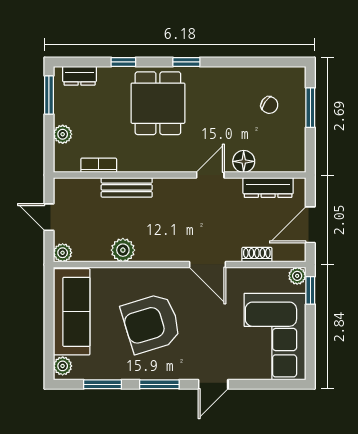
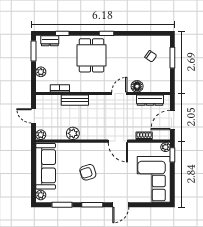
window: (123, 62) -> (62, 33), moved
armchair: (151, 323) -> (88, 172), width x0.53, depth x0.53

